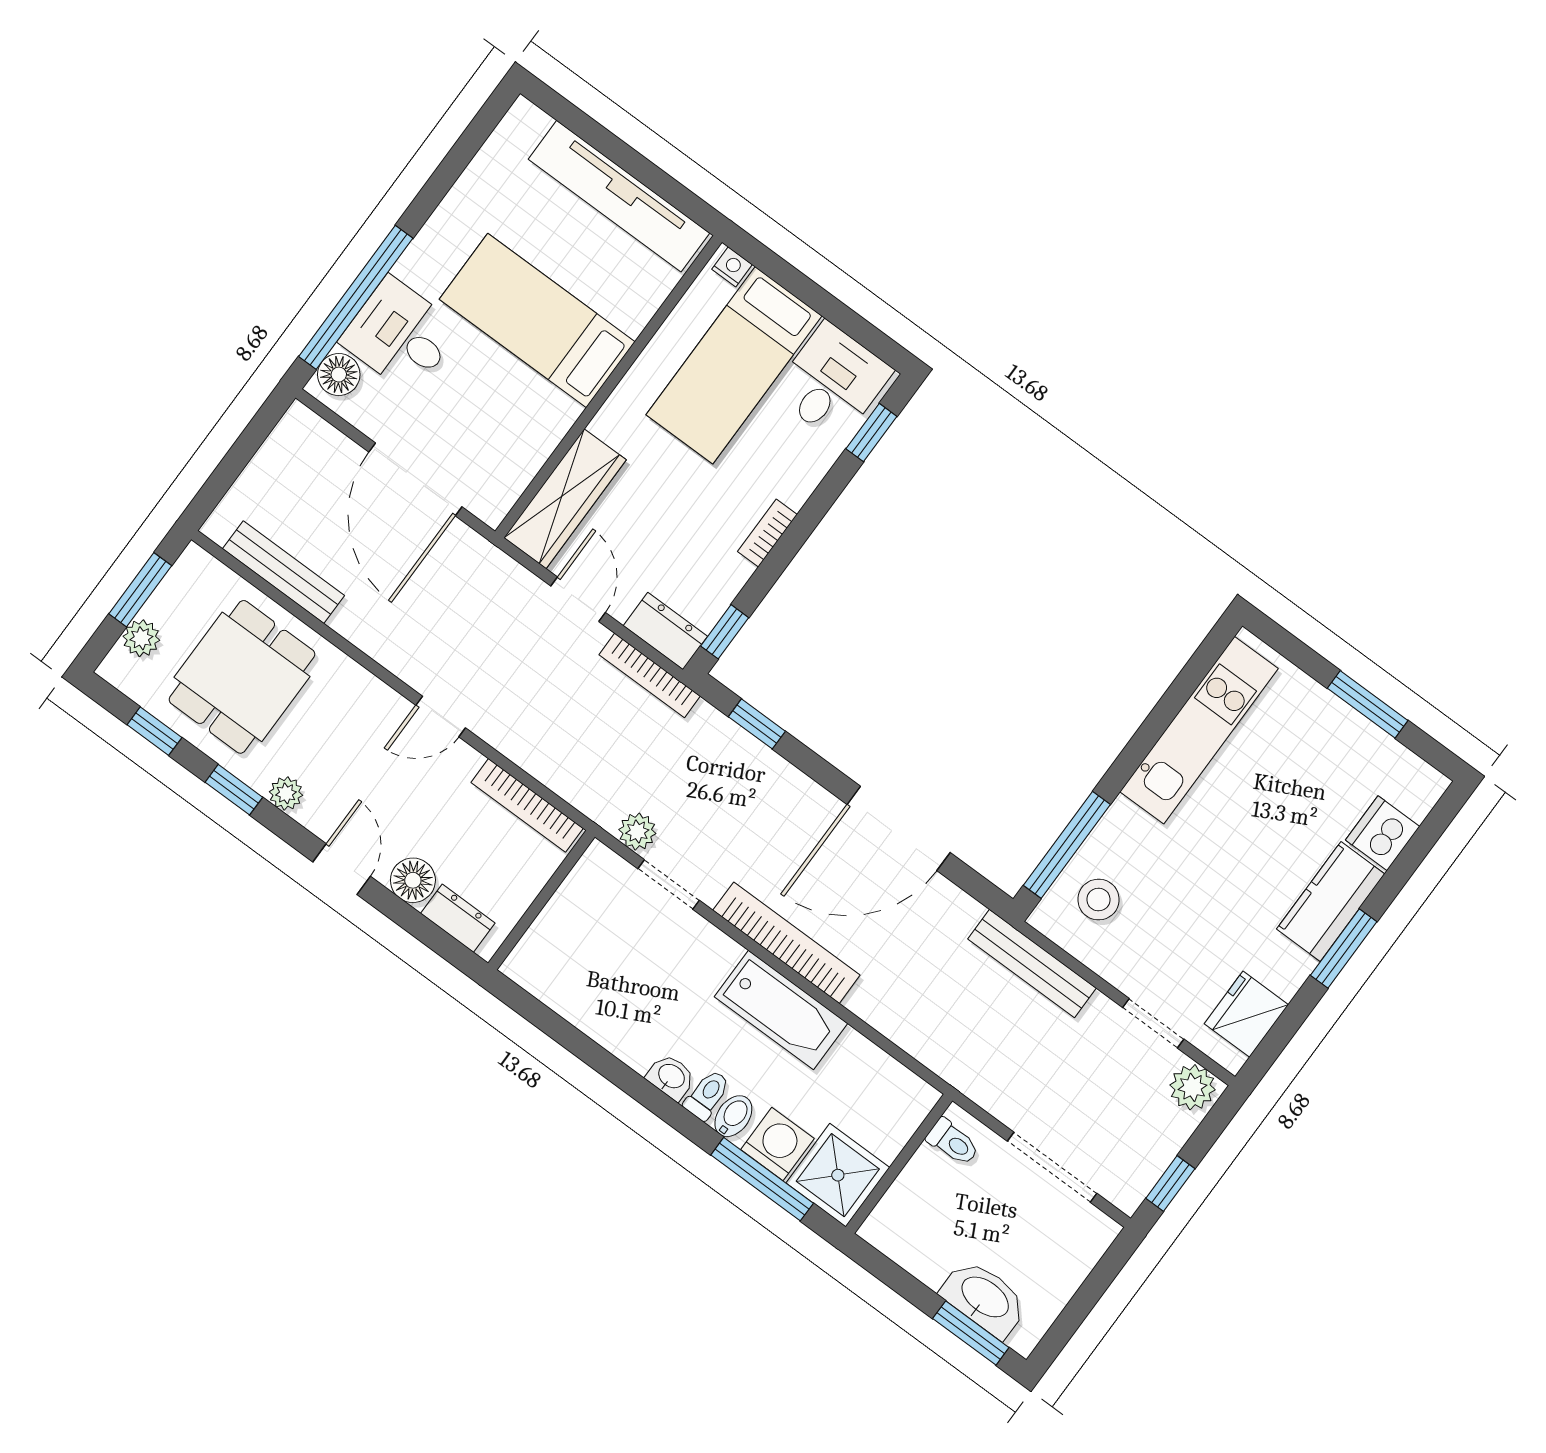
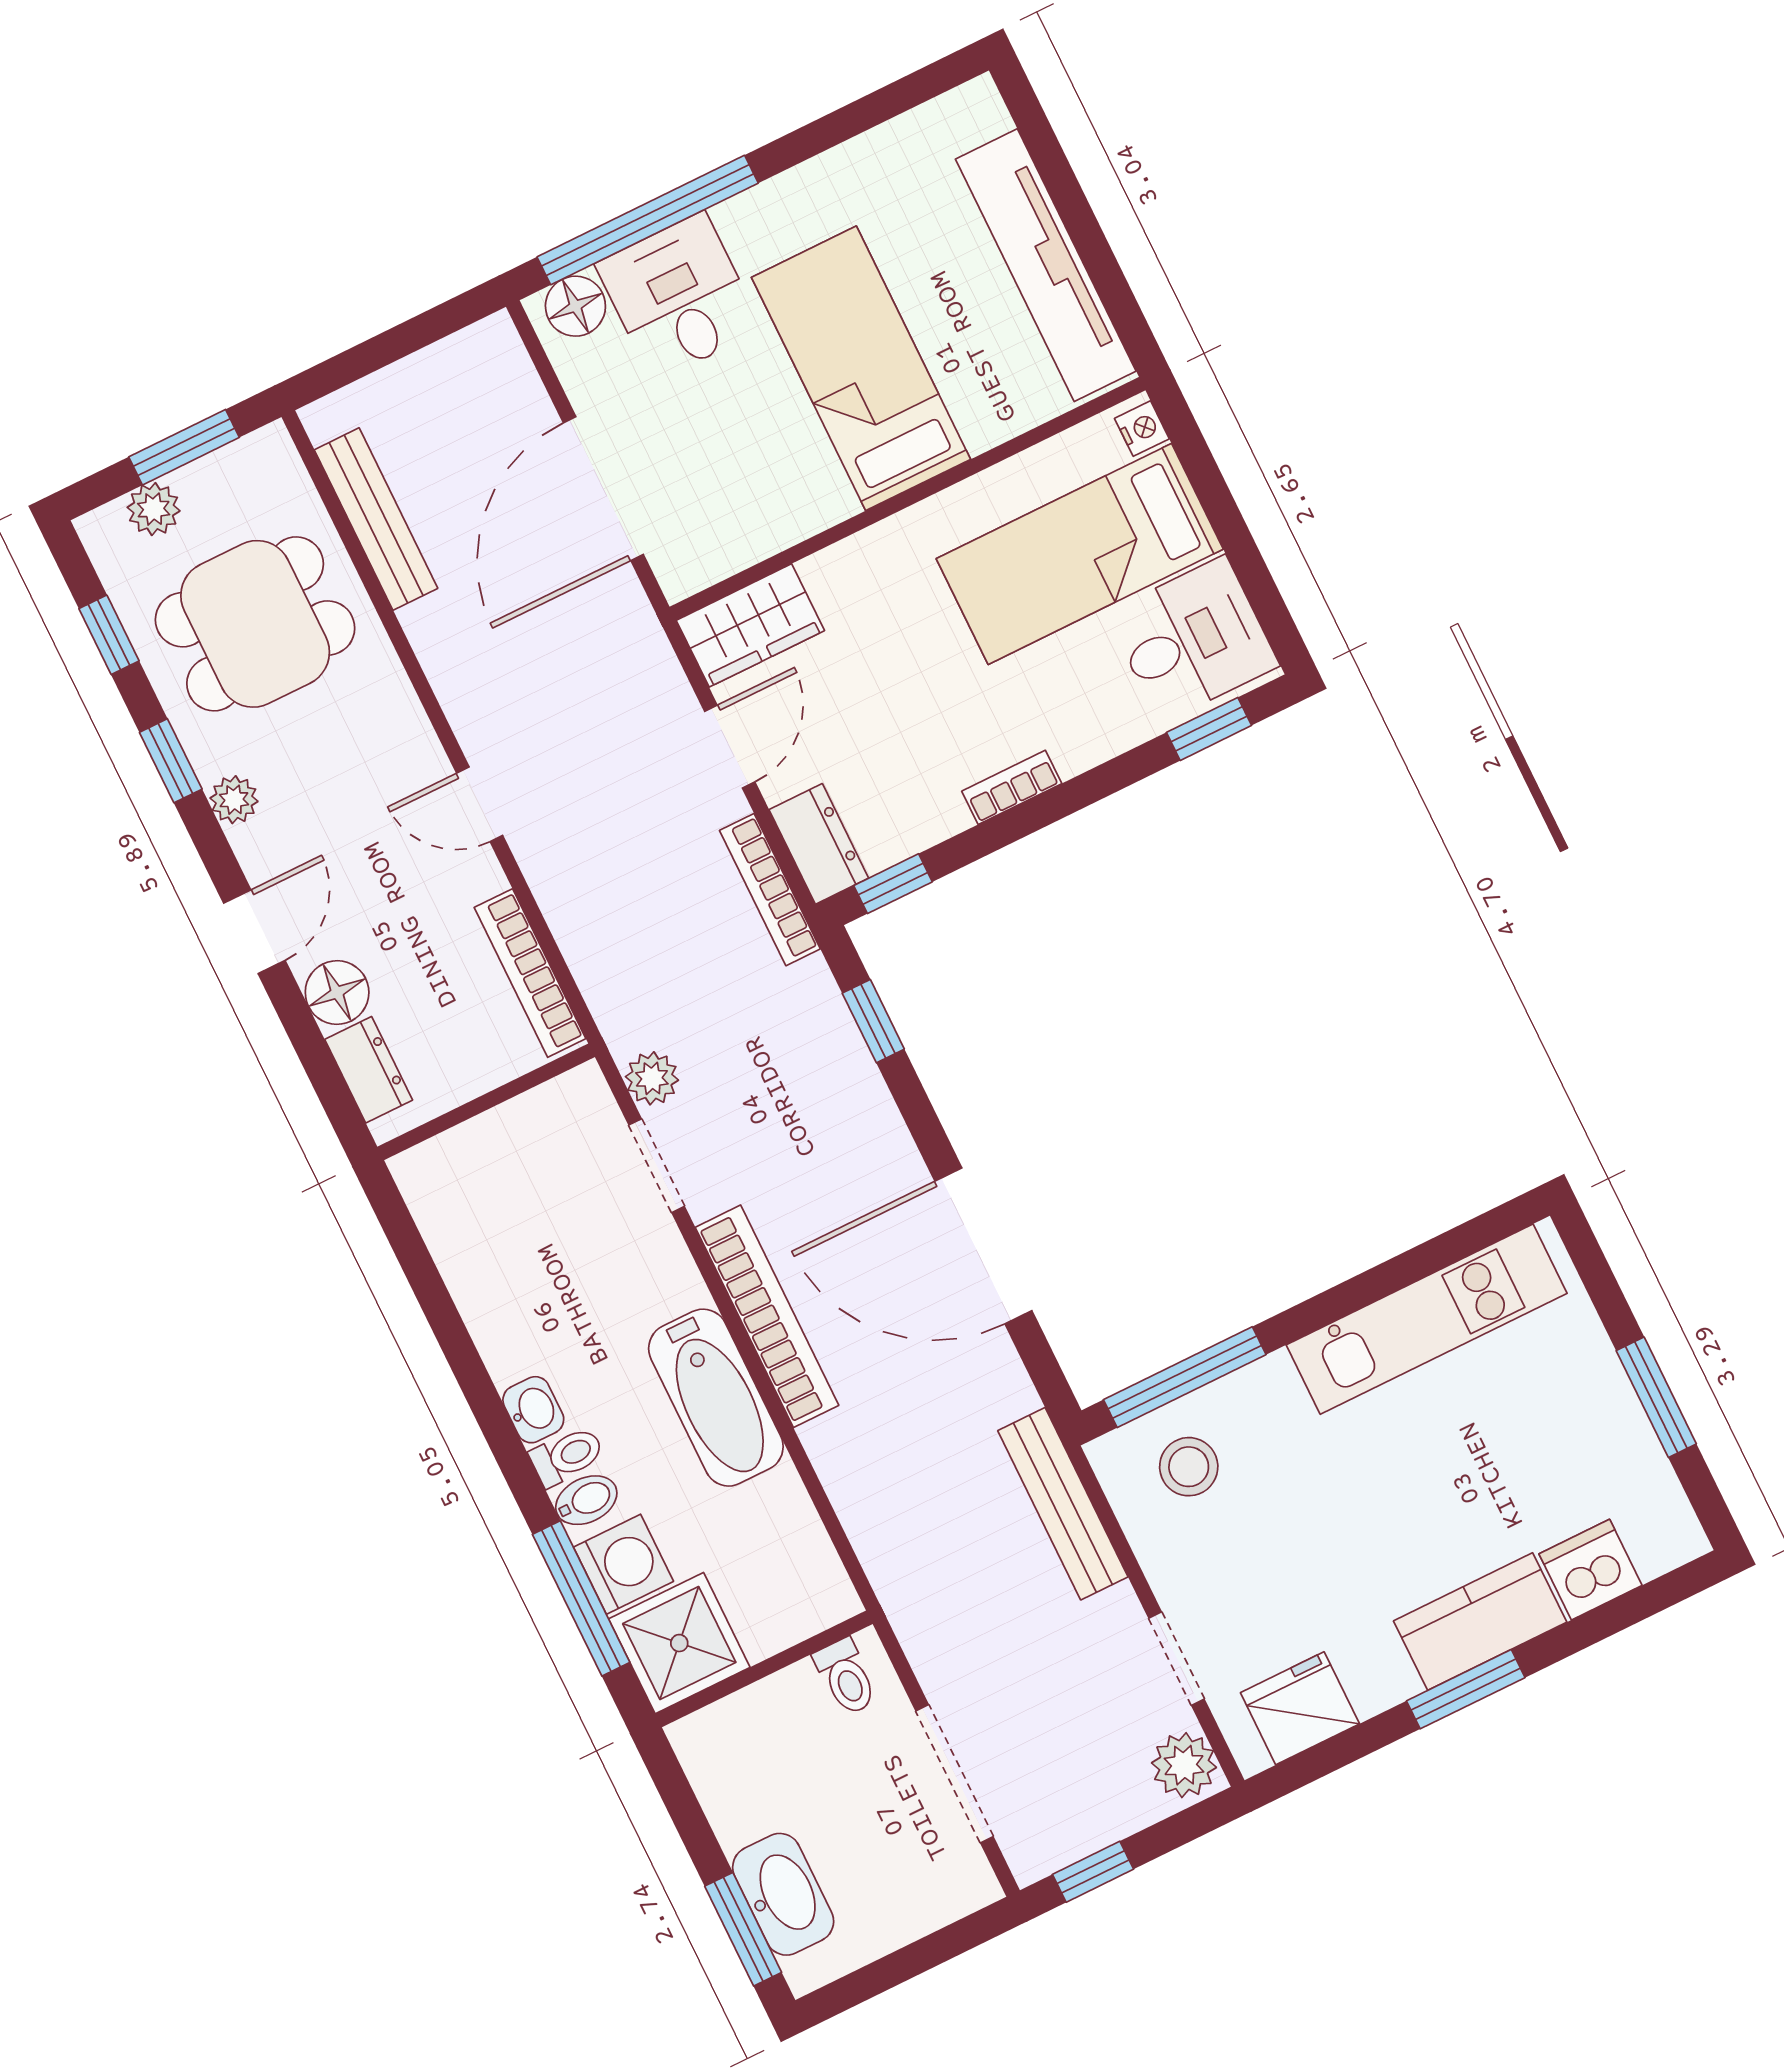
wardrobe: (565, 499) -> (750, 625), width x0.67

